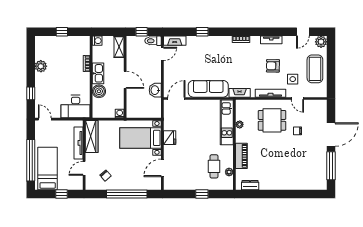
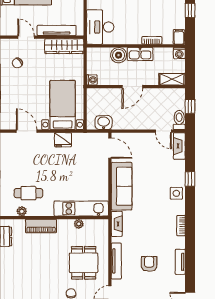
filing cabinet: (84, 41) -> (179, 37), added
side table: (293, 79) -> (176, 193), moved
washbasin: (155, 90) -> (104, 123), moved

